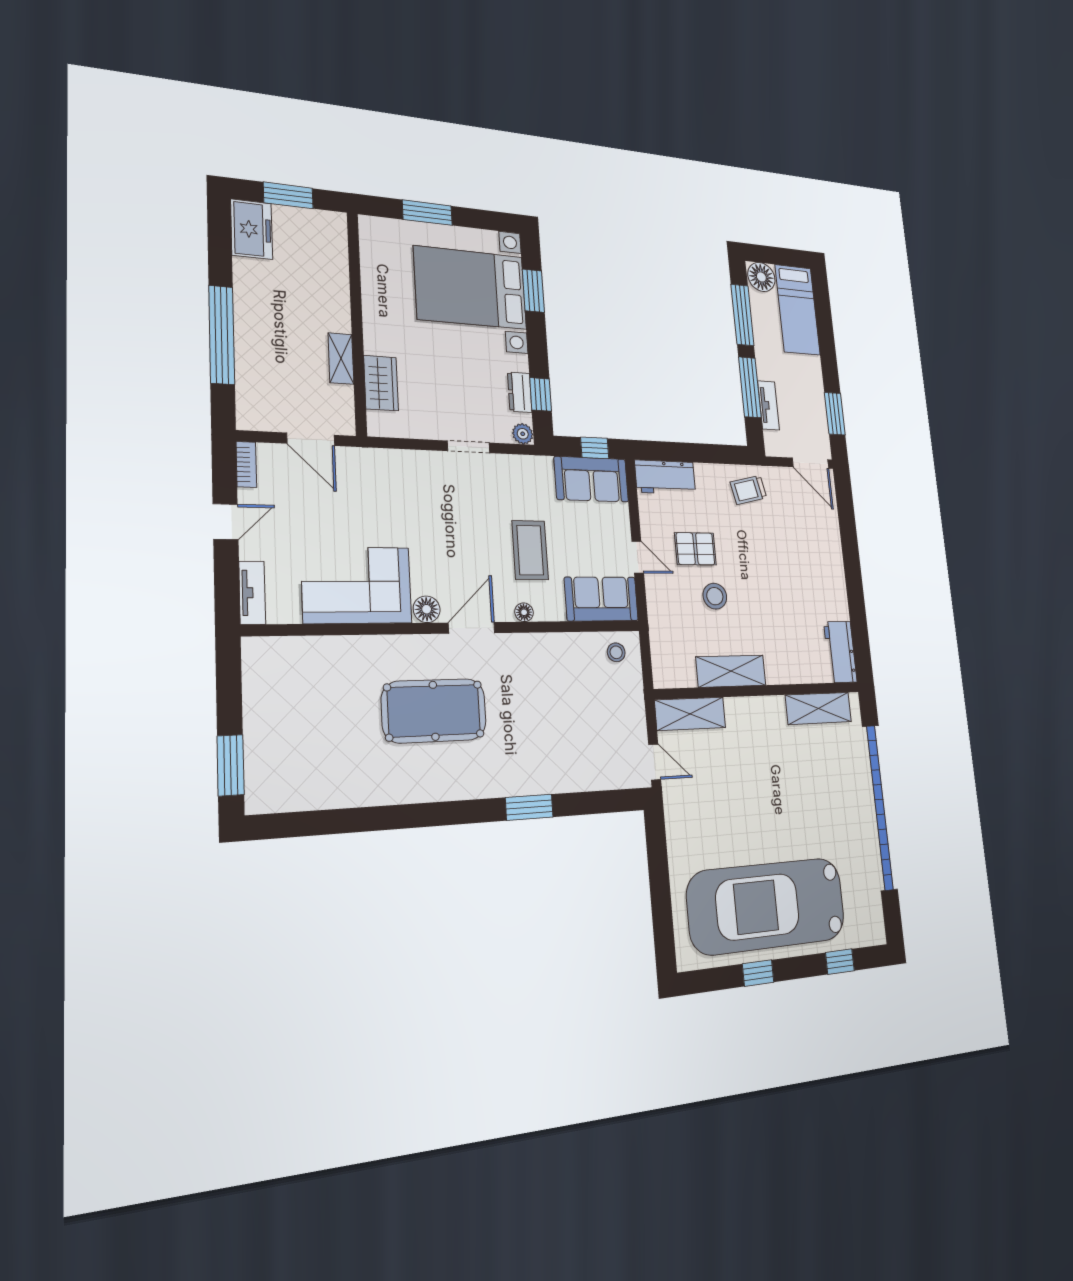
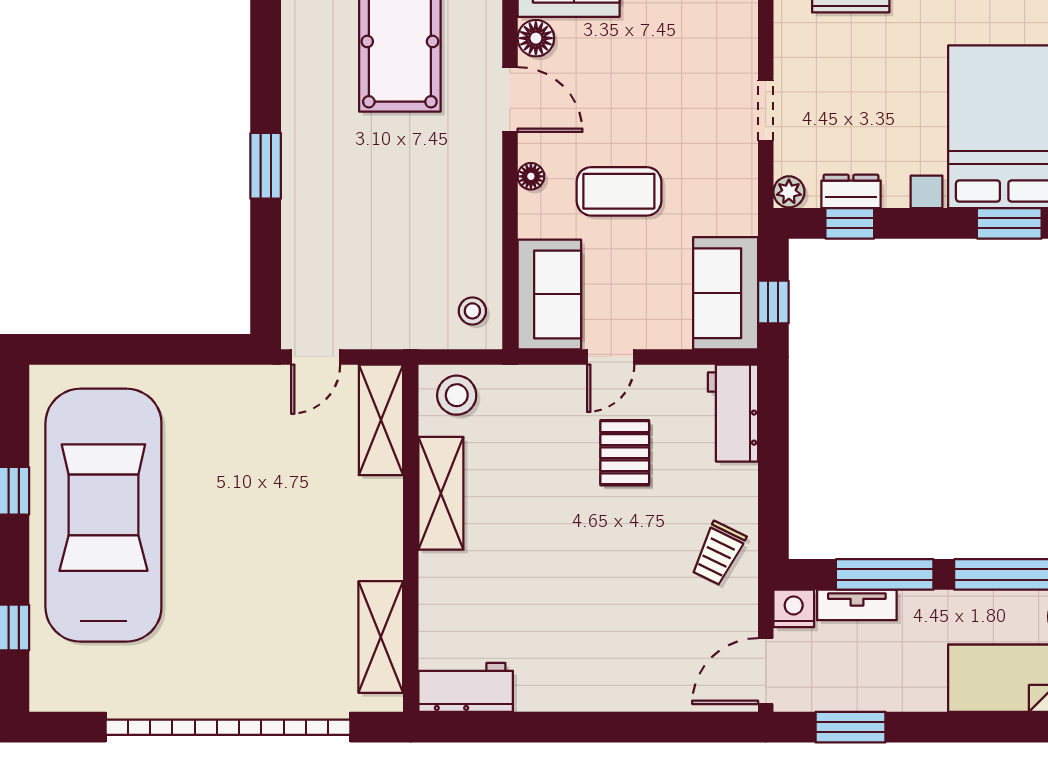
nightstand: (774, 444) -> (794, 608), added
trolley: (748, 490) -> (718, 553), turned -141
stool: (715, 596) -> (457, 395), moved

